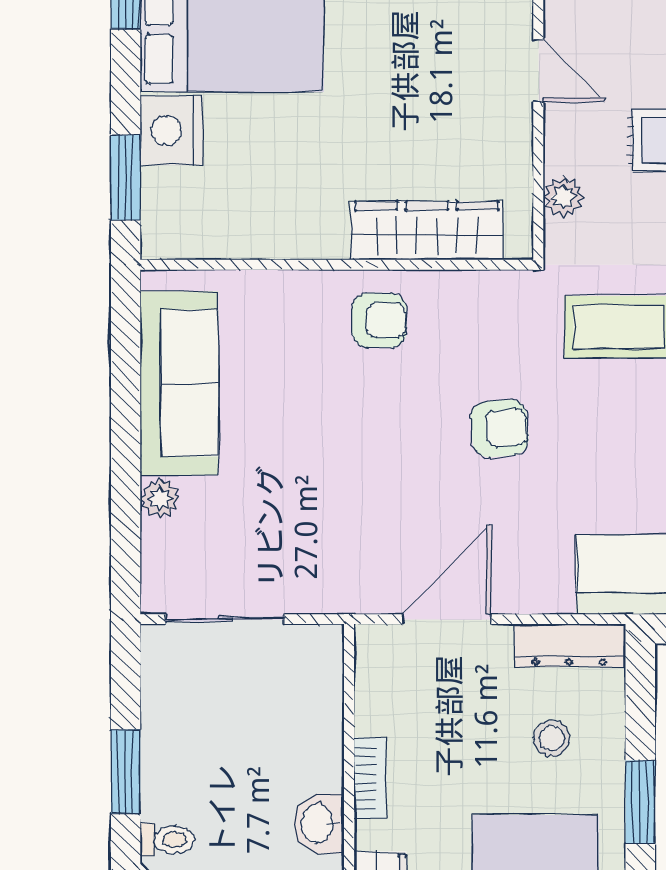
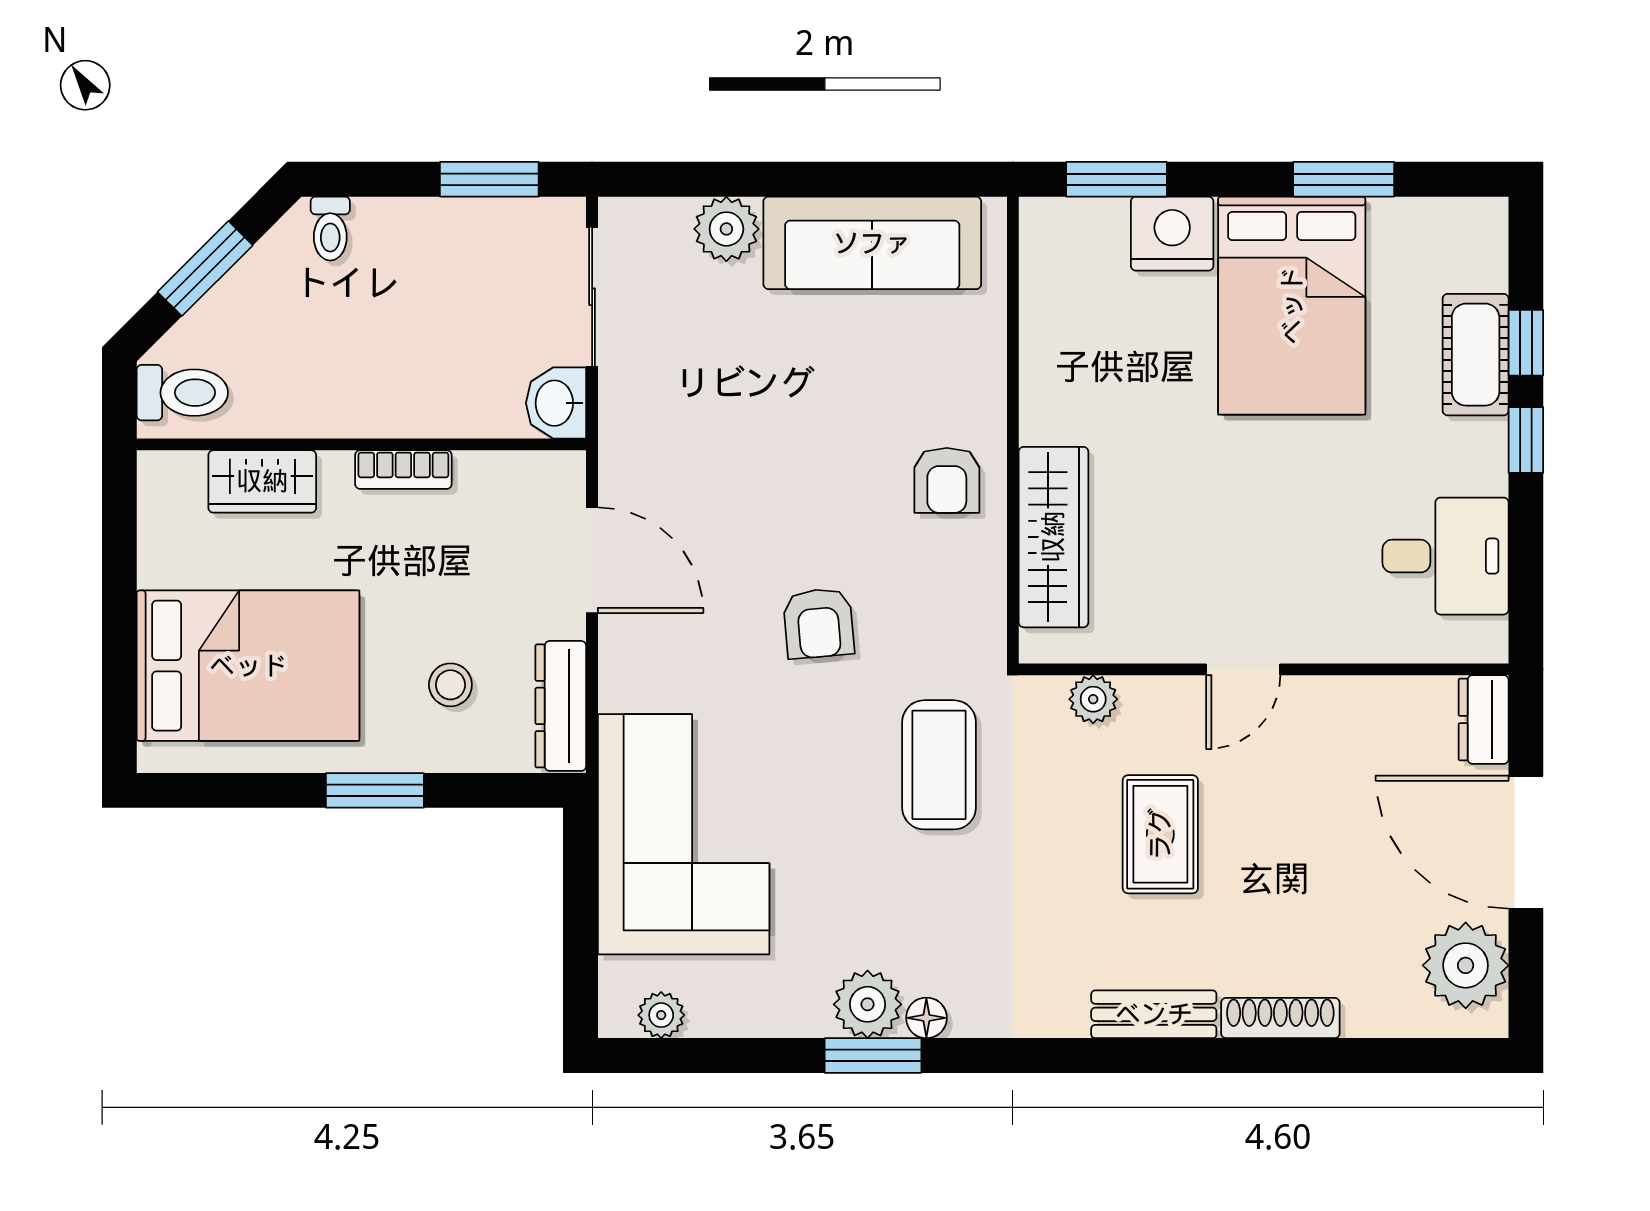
plant: (160, 498) -> (726, 229), width x1.38, depth x1.38
window: (126, 772) -> (489, 179), moved
washbasin: (319, 824) -> (556, 403), moved, turned -90

